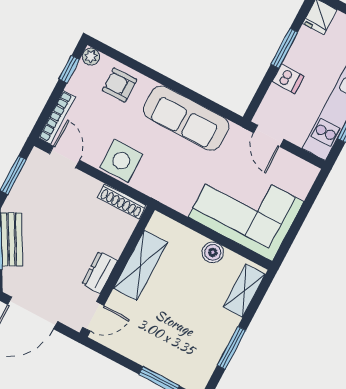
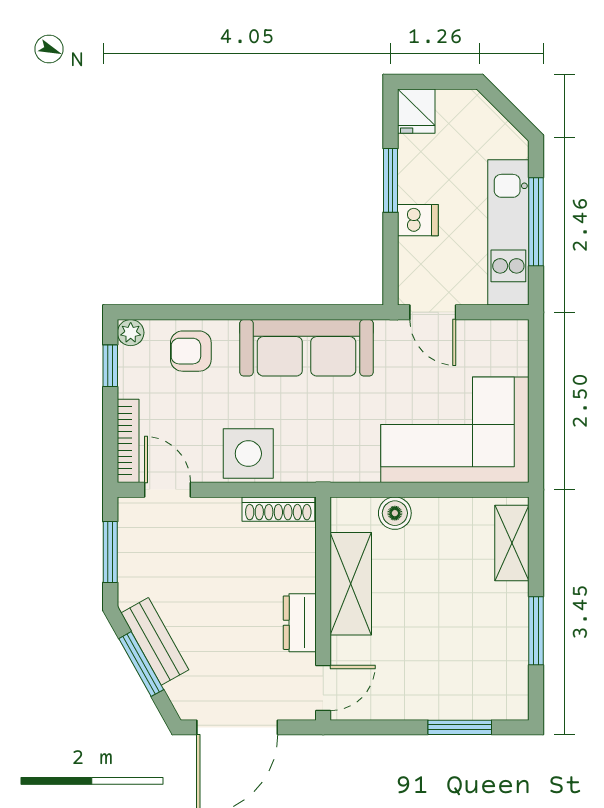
boiler: (213, 252) -> (395, 513), moved

